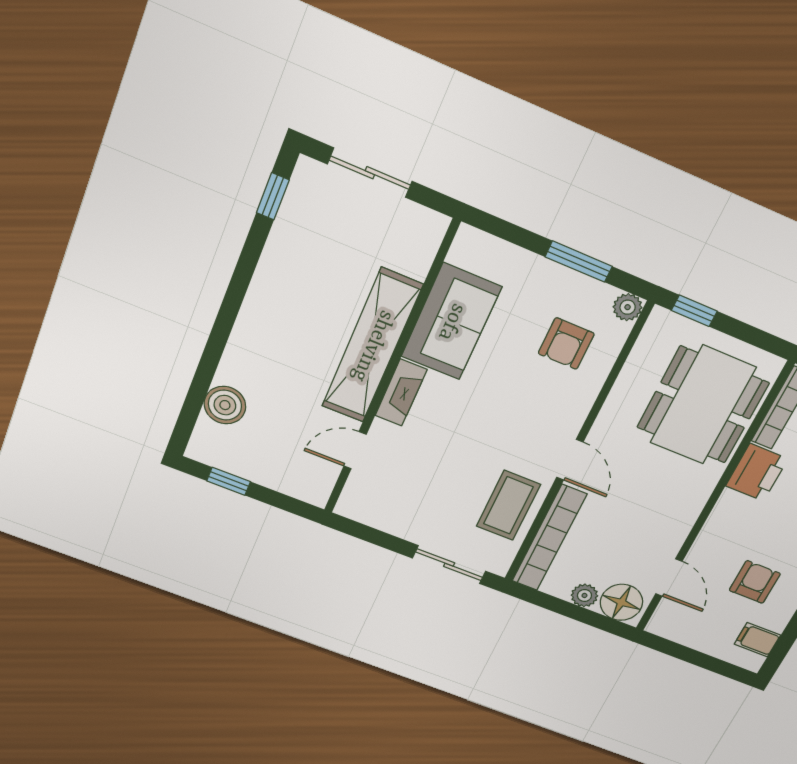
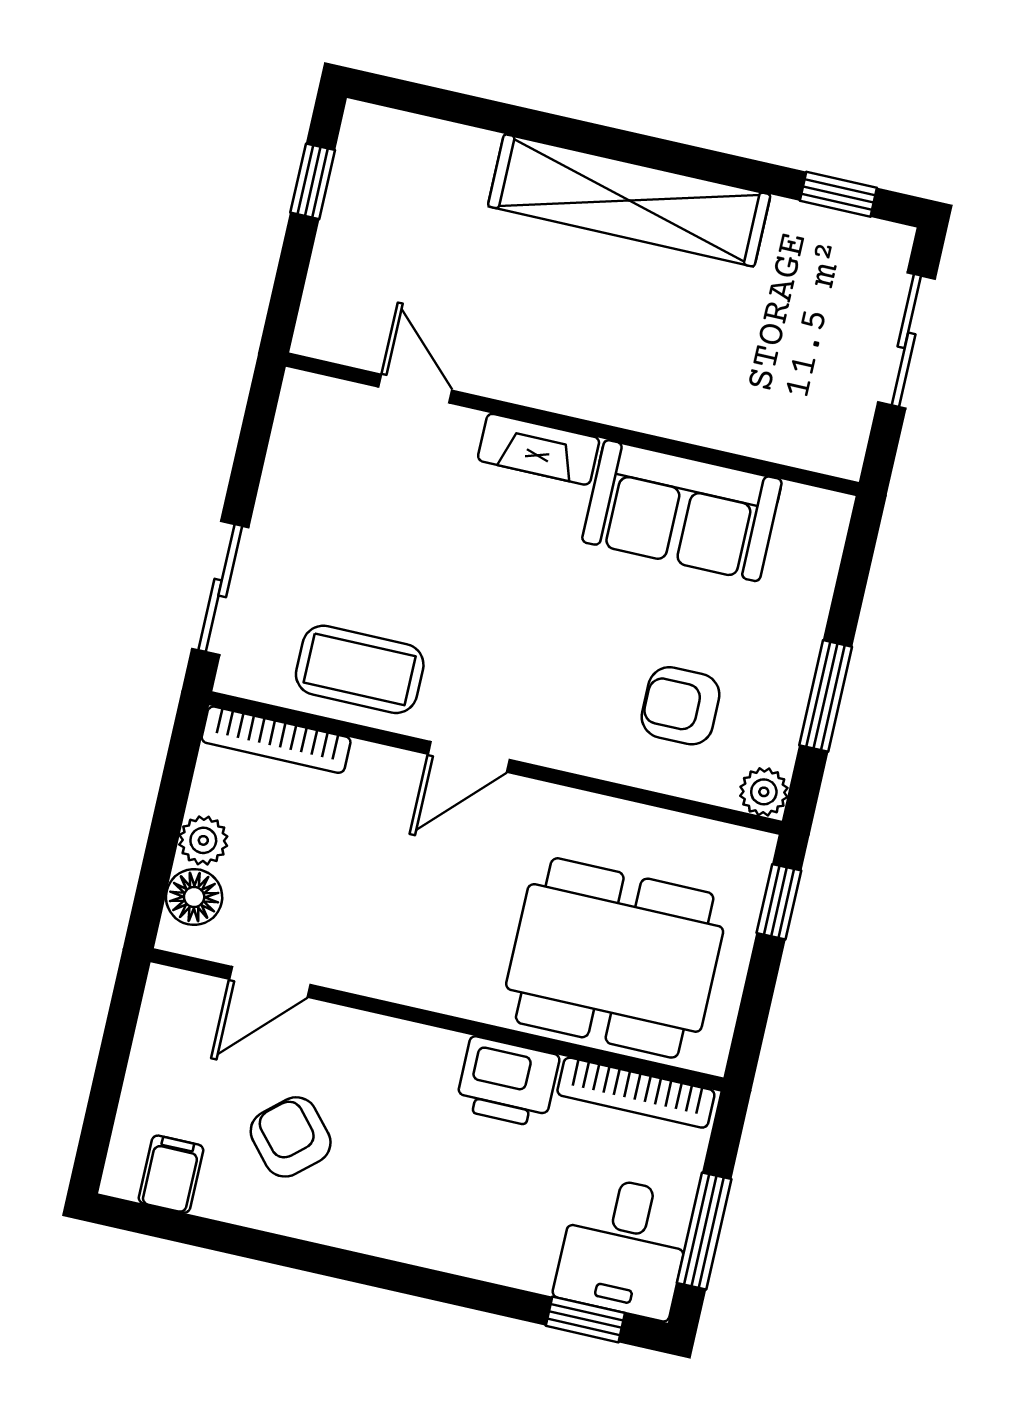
shelving: (372, 346) -> (629, 200), moved
boiler: (225, 405) -> (458, 159), removed
bookcase: (549, 538) -> (276, 740), width x0.68, depth x0.76
armchair: (755, 582) -> (291, 1137), turned -131
floor lamp: (621, 602) -> (194, 897), width x0.73, depth x0.73

